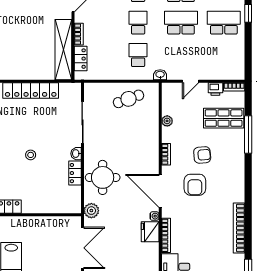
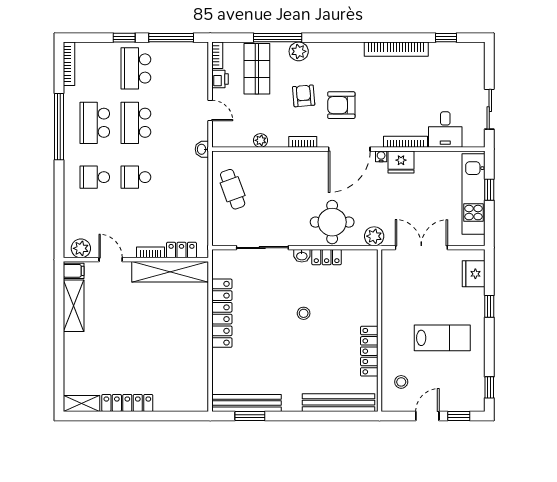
window: (248, 50) -> (171, 38), added
school desk: (138, 55) -> (177, 177), removed
plant: (237, 151) -> (299, 51), added
armchair: (195, 185) -> (341, 105), turned 180

